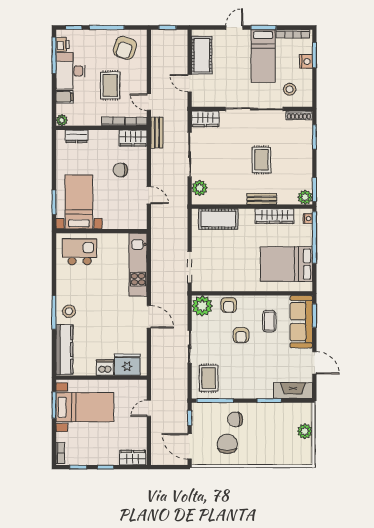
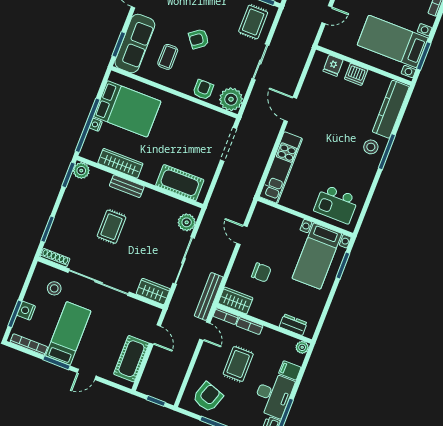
bench: (157, 133) -> (209, 296), width x1.36
nightstand: (308, 219) -> (96, 125), moved
armchair: (241, 335) -> (199, 39), moved, turned -127
fridge: (127, 365) -> (333, 66), width x0.53, depth x0.75

